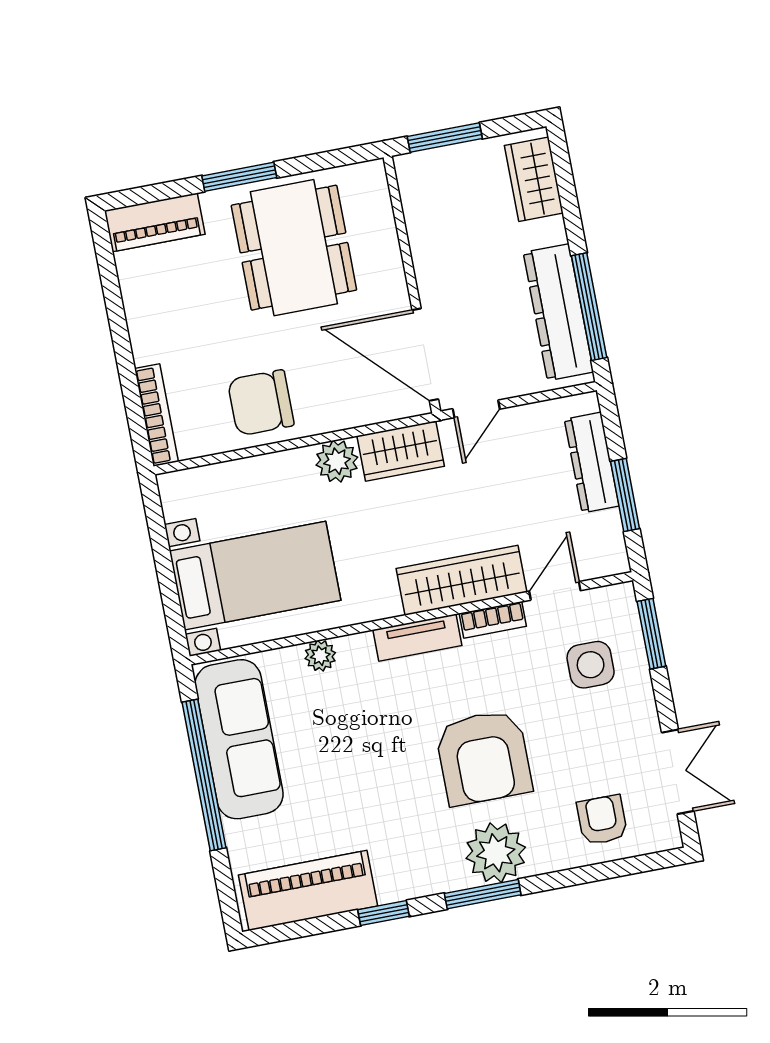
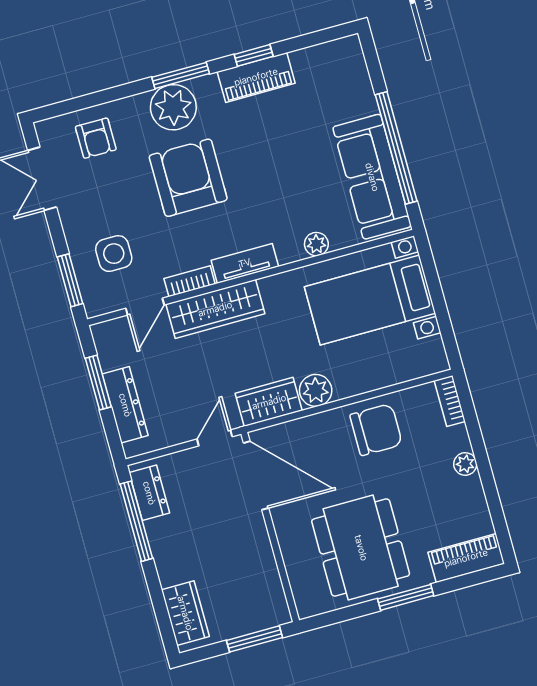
dresser: (558, 312) -> (149, 493), width x0.51, depth x0.80
plant: (146, 348) -> (465, 464), added
bookcase: (156, 415) -> (450, 401), width x0.64
piano: (308, 890) -> (256, 77), moved, width x0.73, depth x0.75

